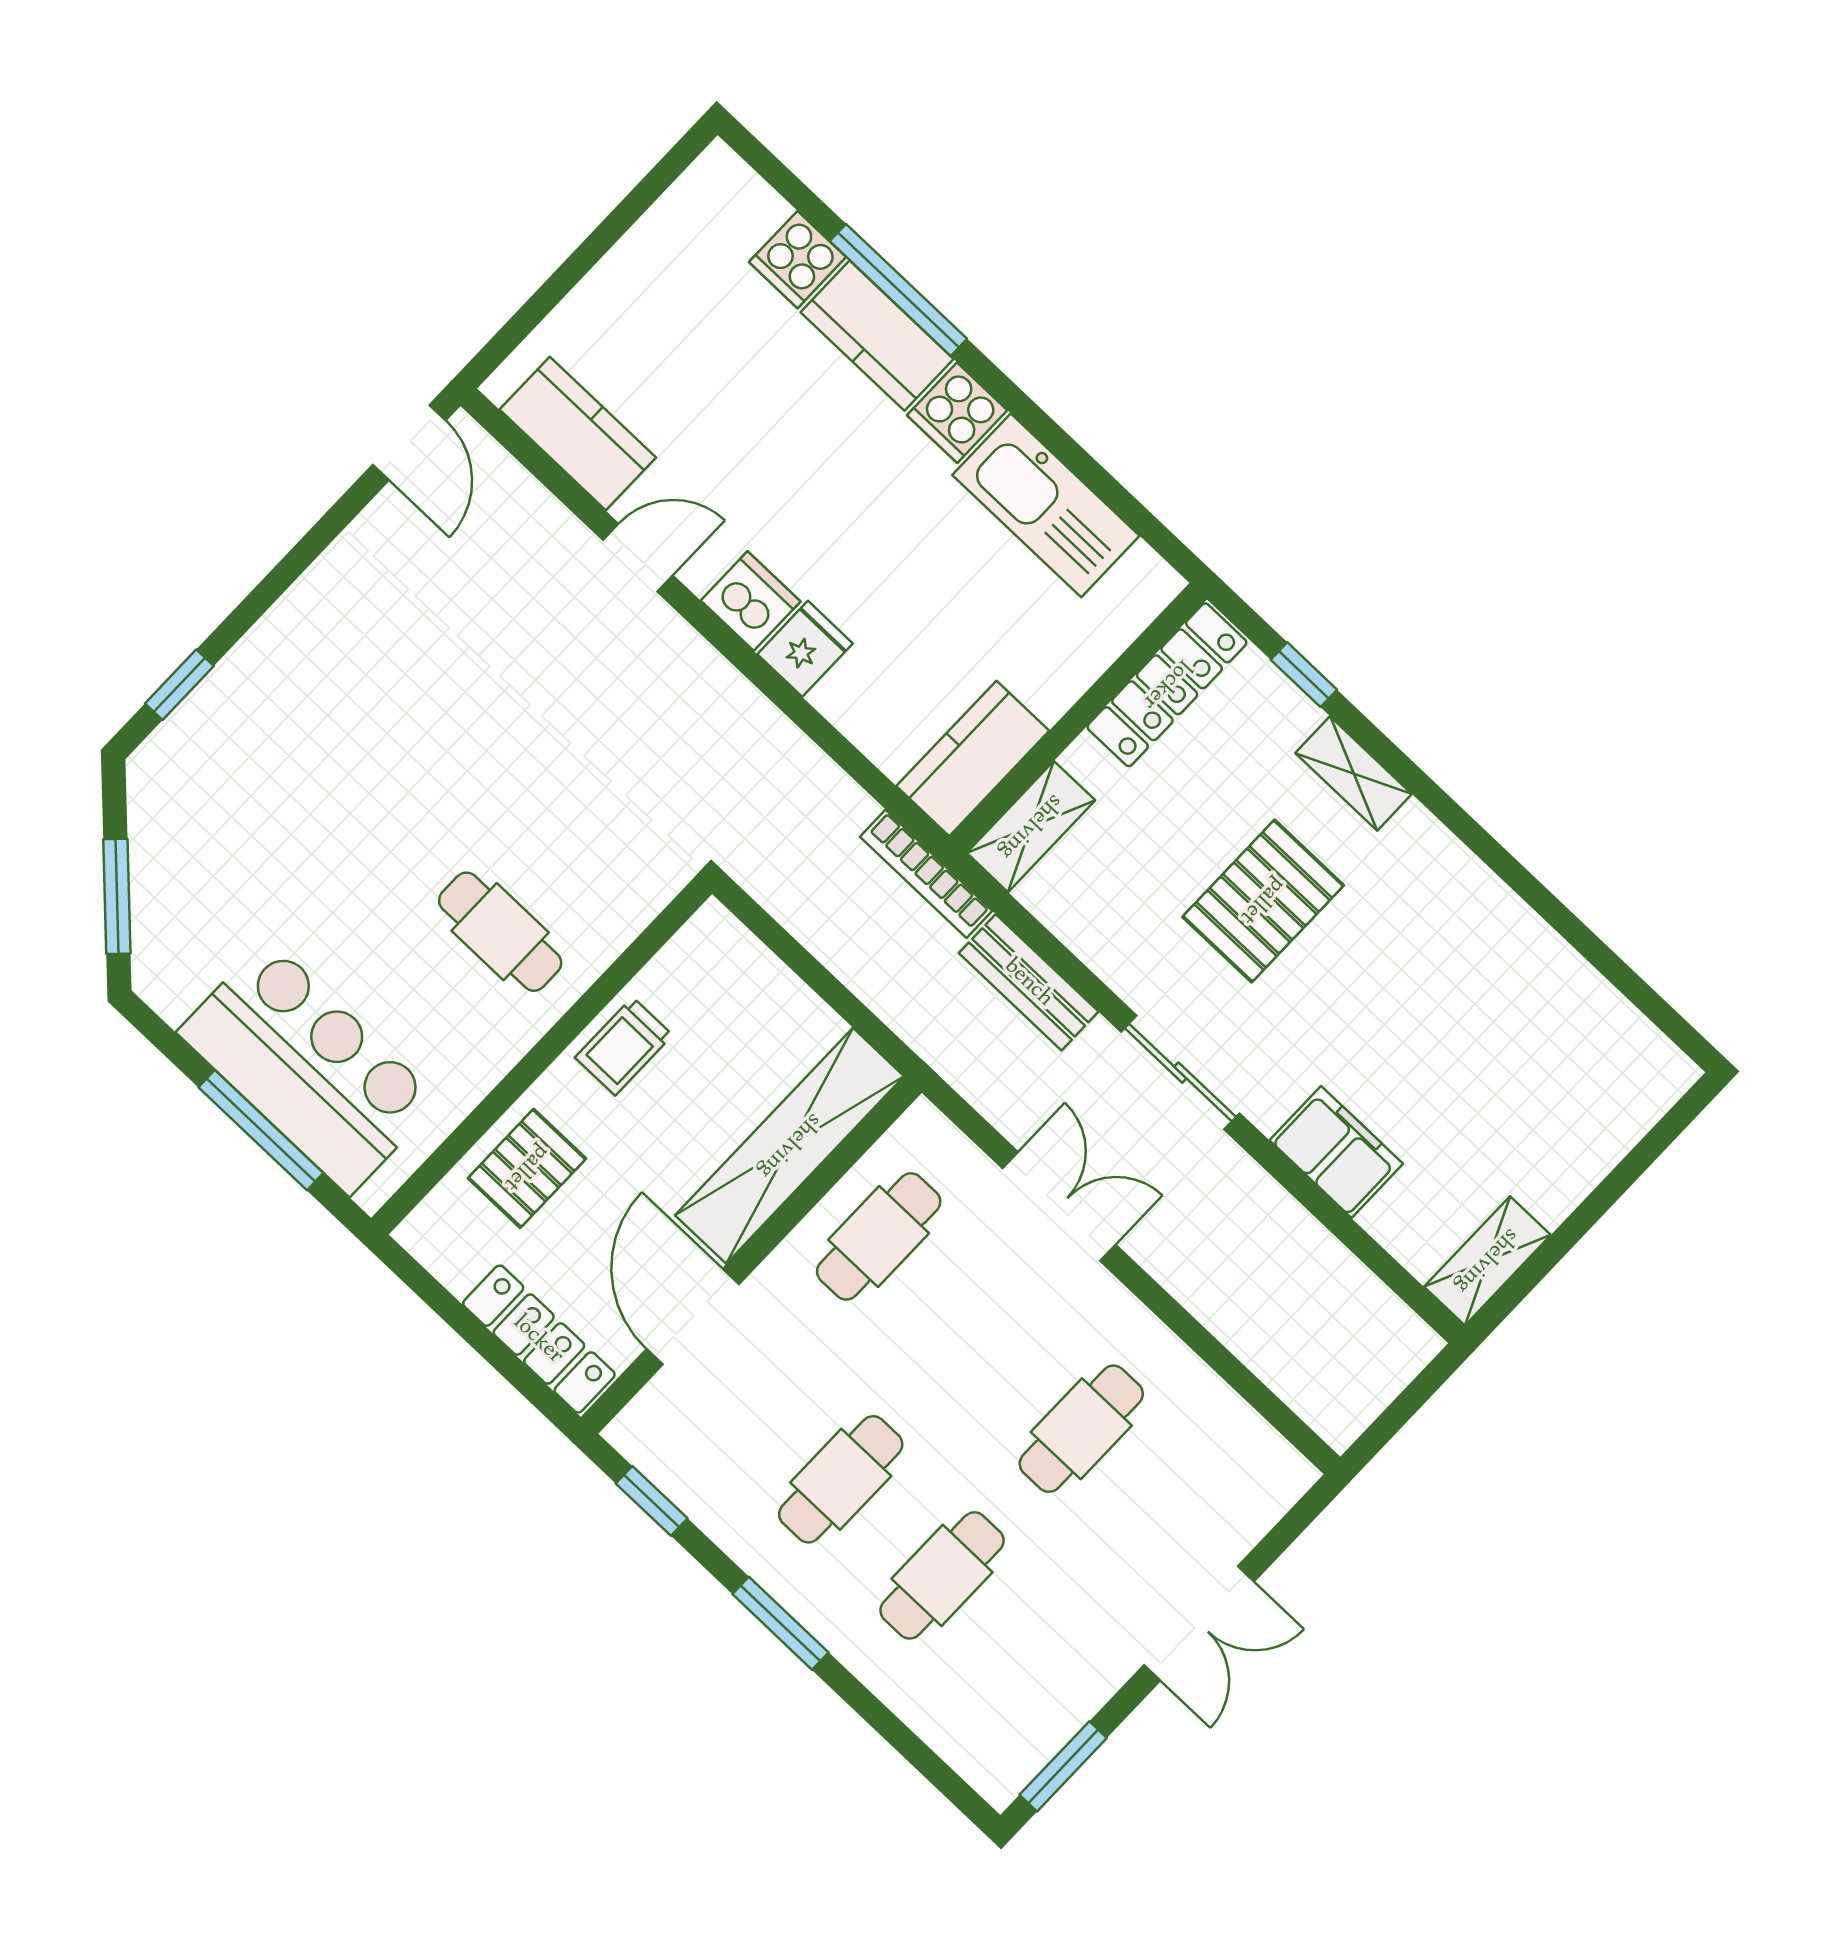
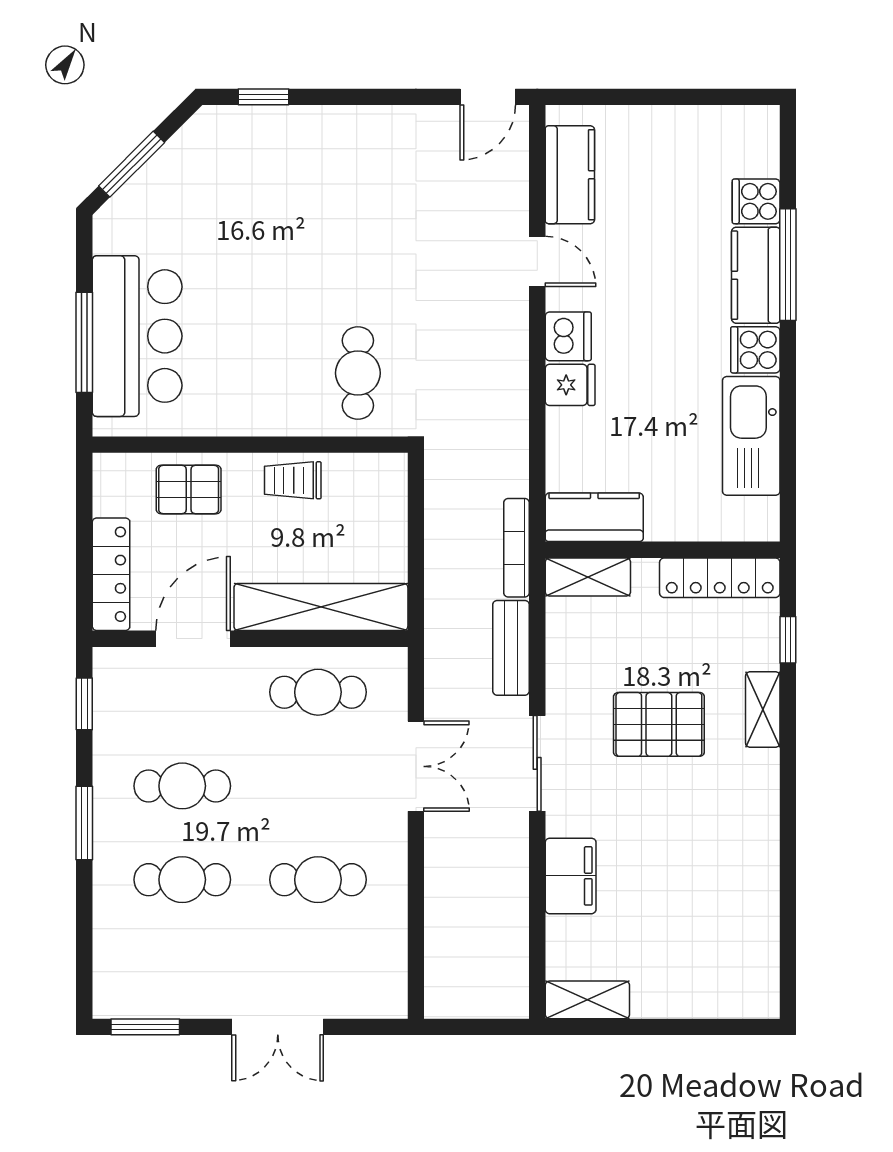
cafe table: (500, 932) -> (358, 373), moved

